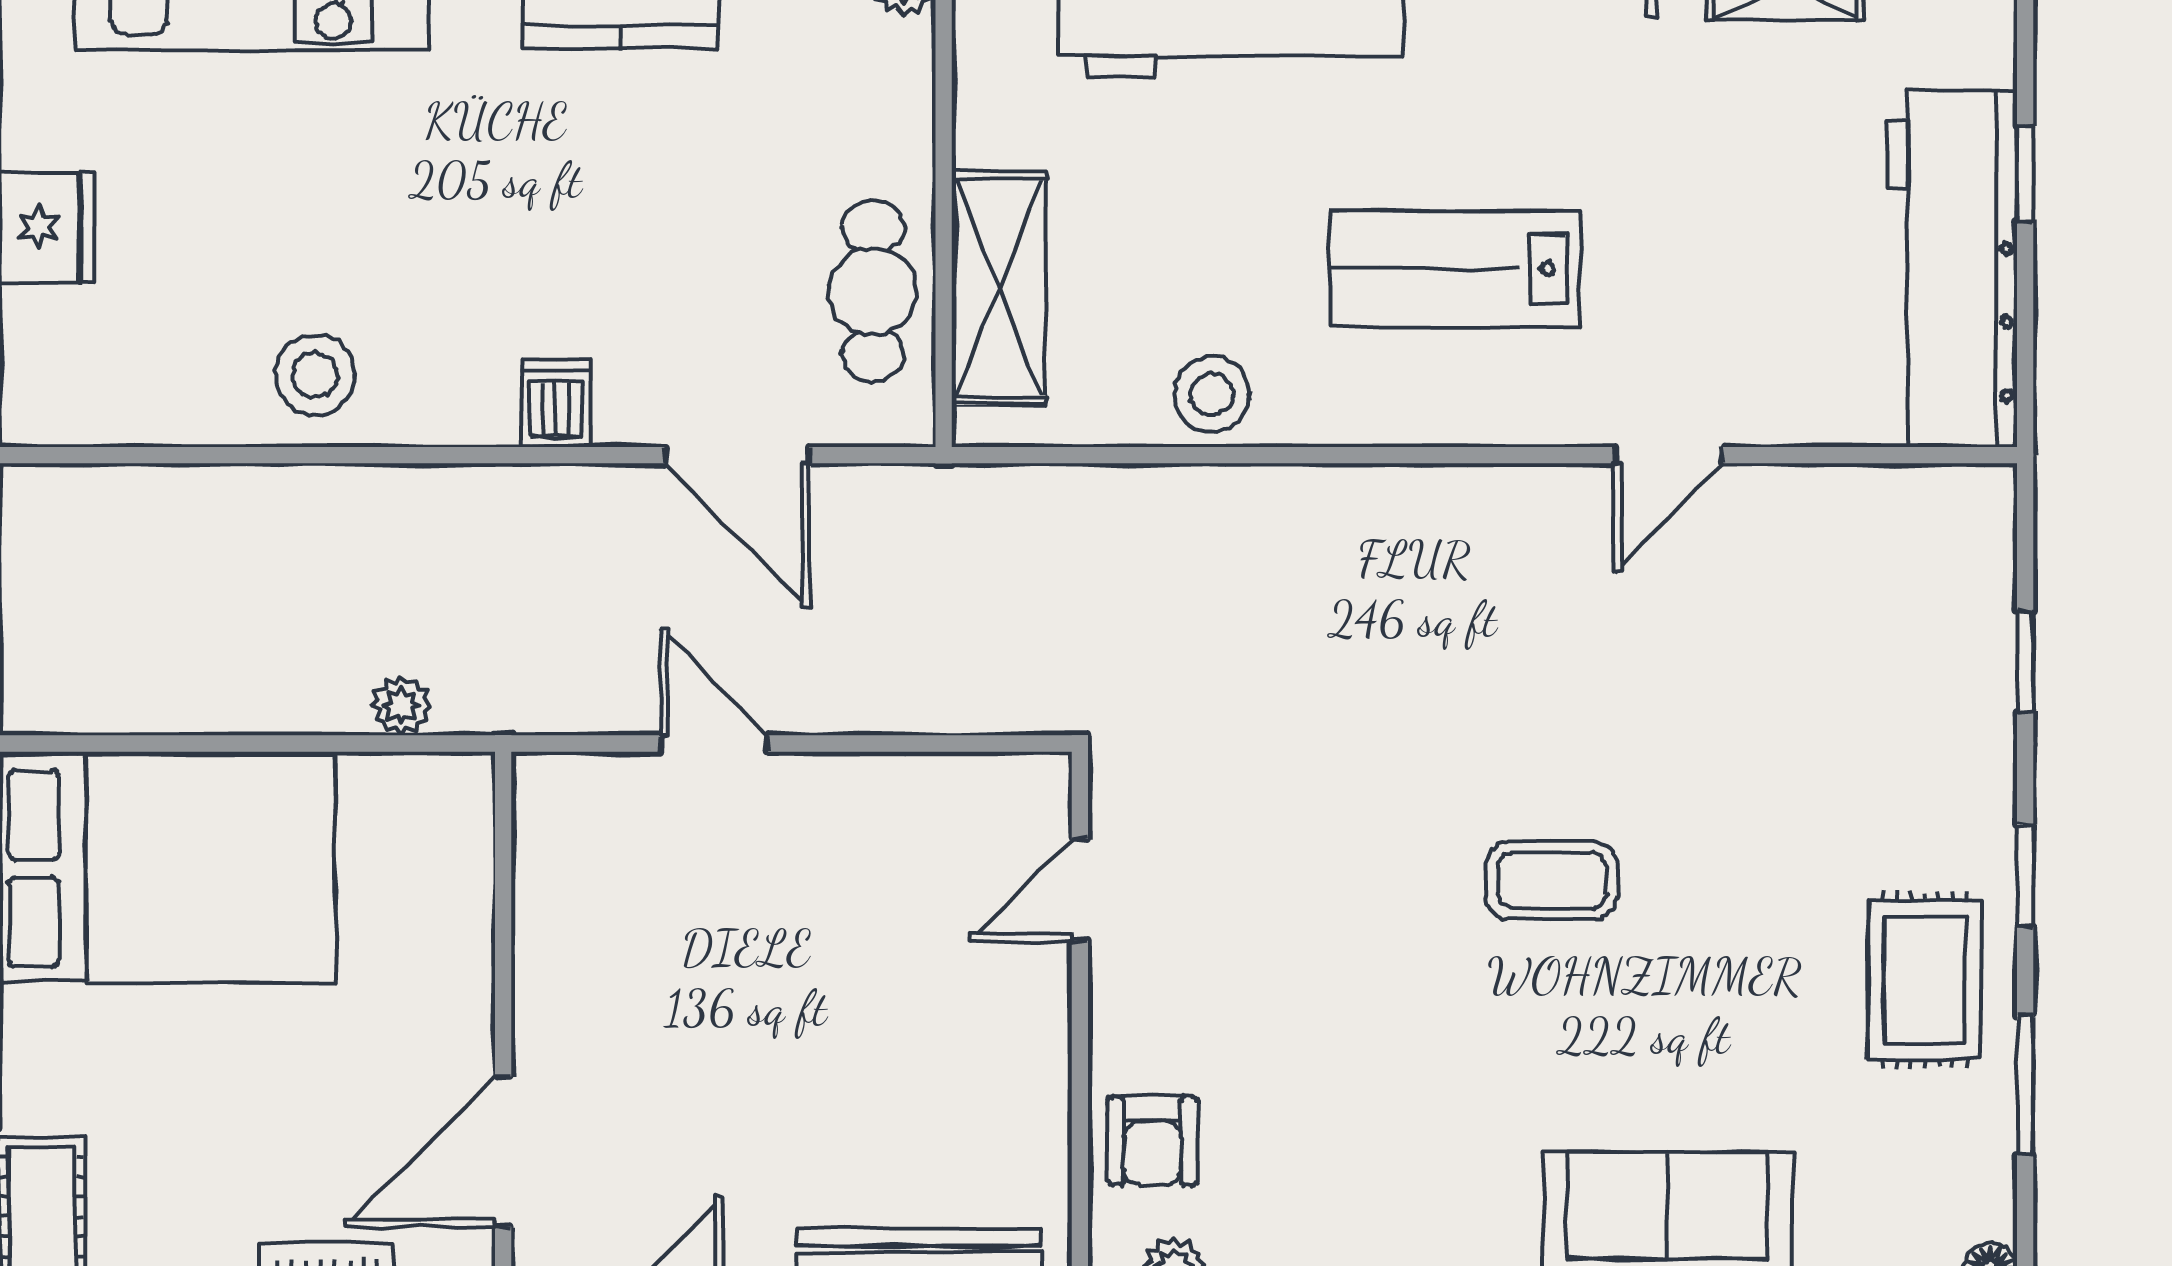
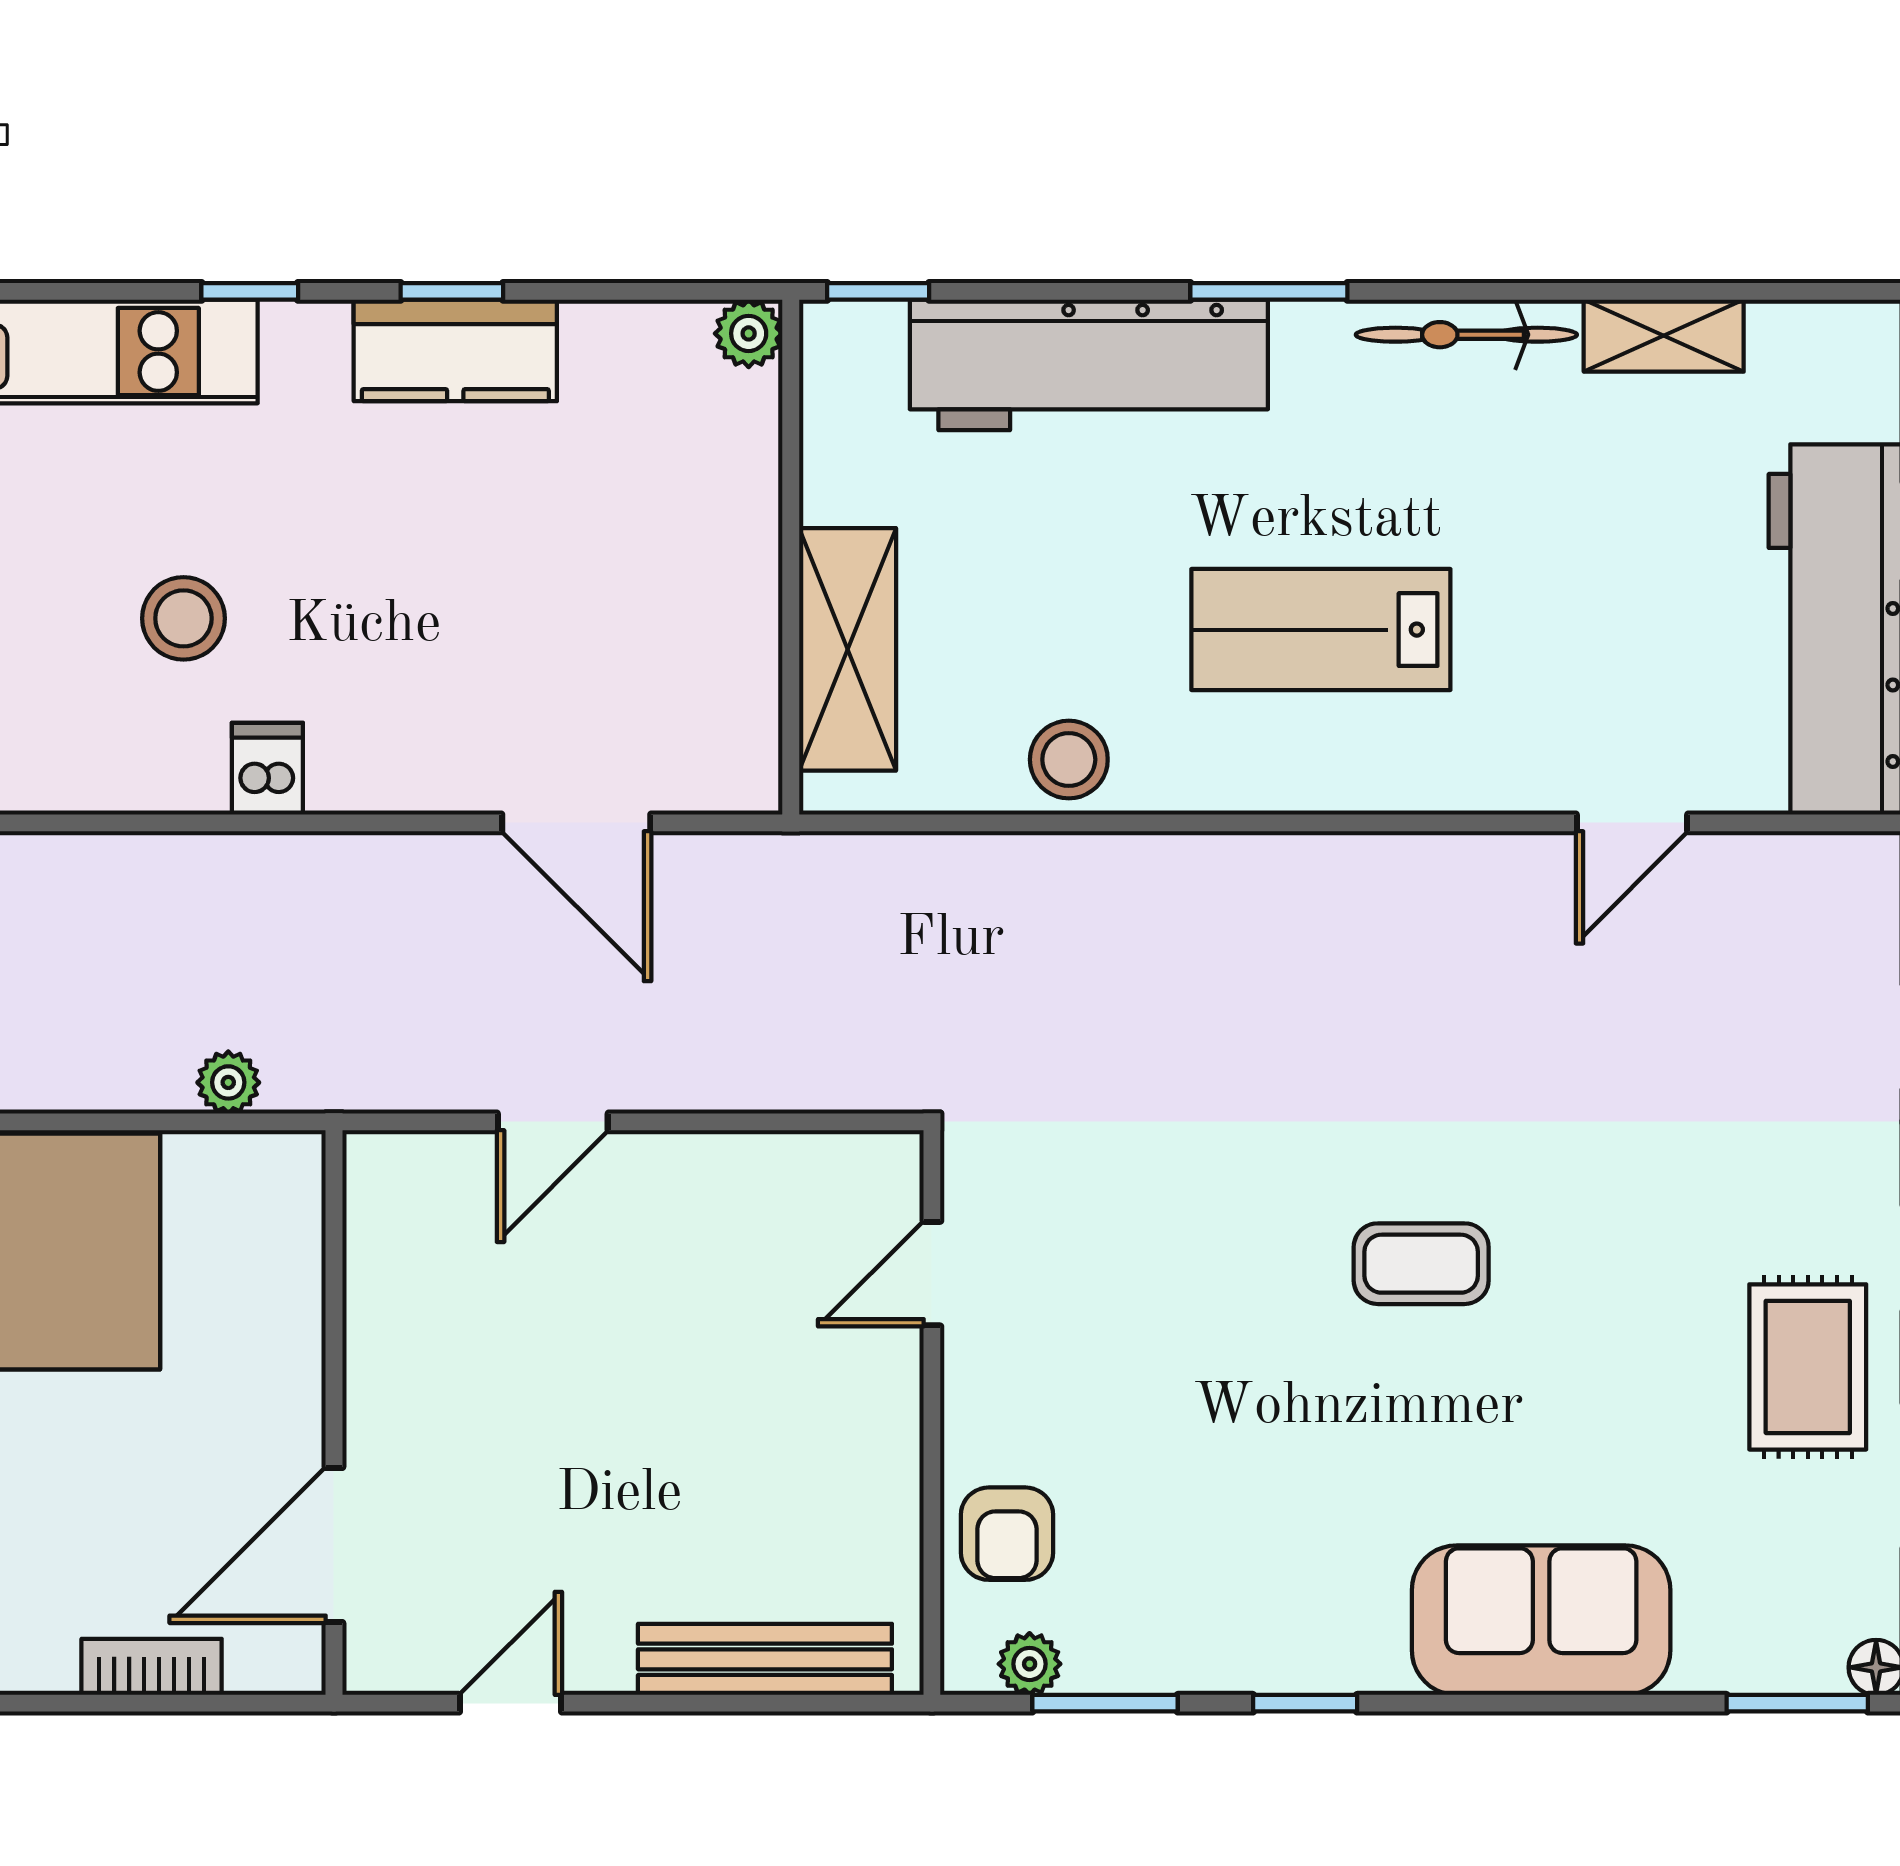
cafe table: (873, 291) -> (717, 653), removed
stool: (315, 375) -> (183, 618), moved
dishwasher: (556, 403) -> (267, 769), moved
door: (1669, 455) -> (1632, 823), moved
door: (714, 744) -> (553, 1122), swing flipped

